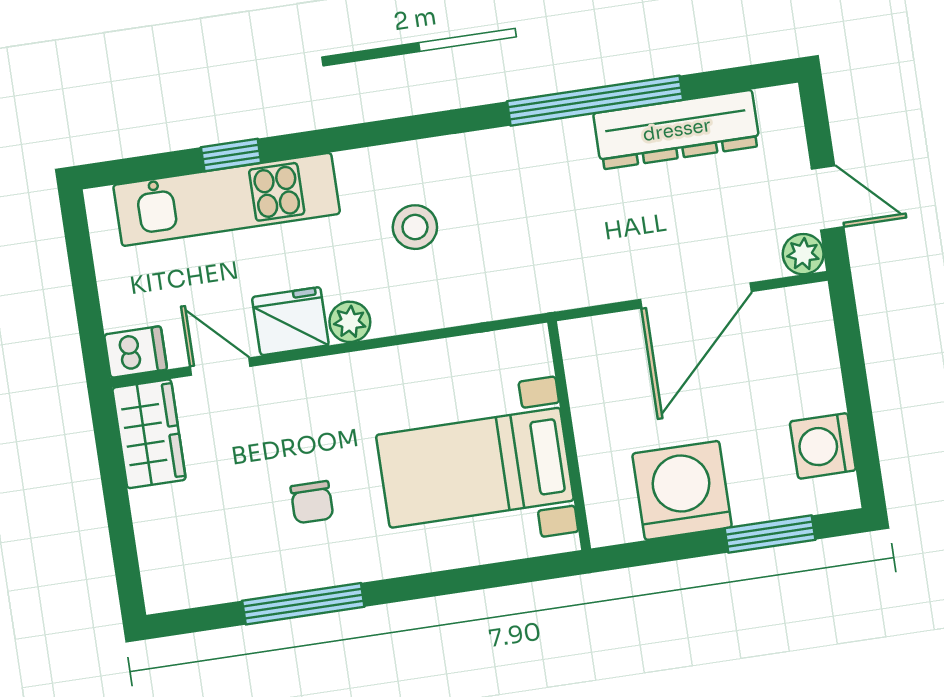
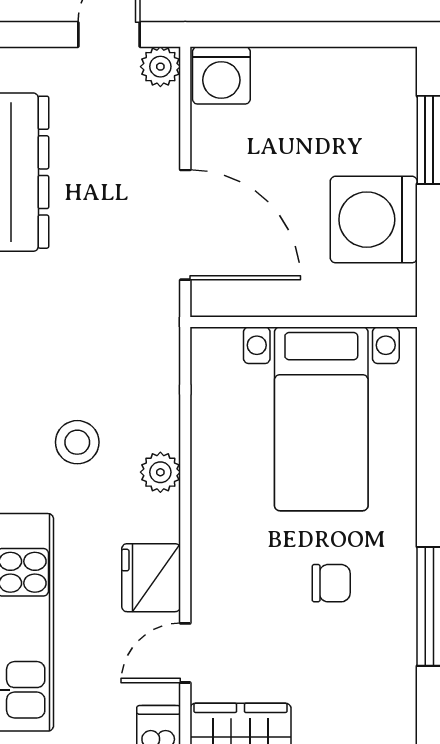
door: (696, 296) -> (185, 225), moved
plant: (350, 322) -> (160, 472), moved
washing machine: (823, 446) -> (221, 75), moved

